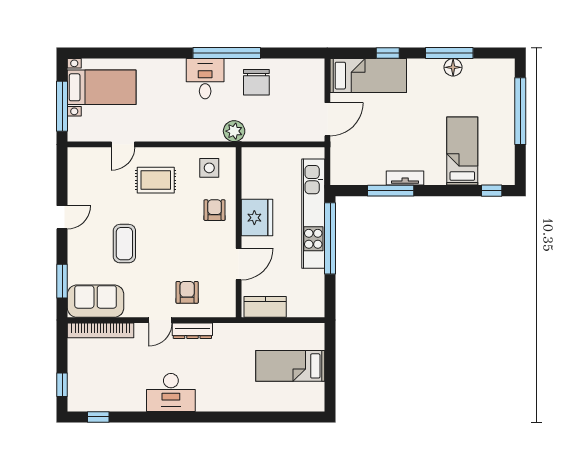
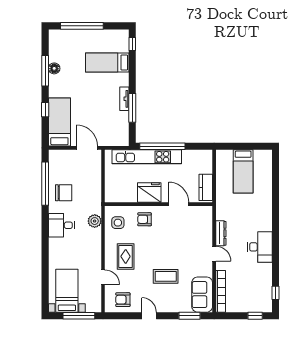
window: (227, 53) -> (45, 184), moved
plant: (234, 131) -> (95, 221), moved
armchair: (187, 292) -> (123, 300), moved

